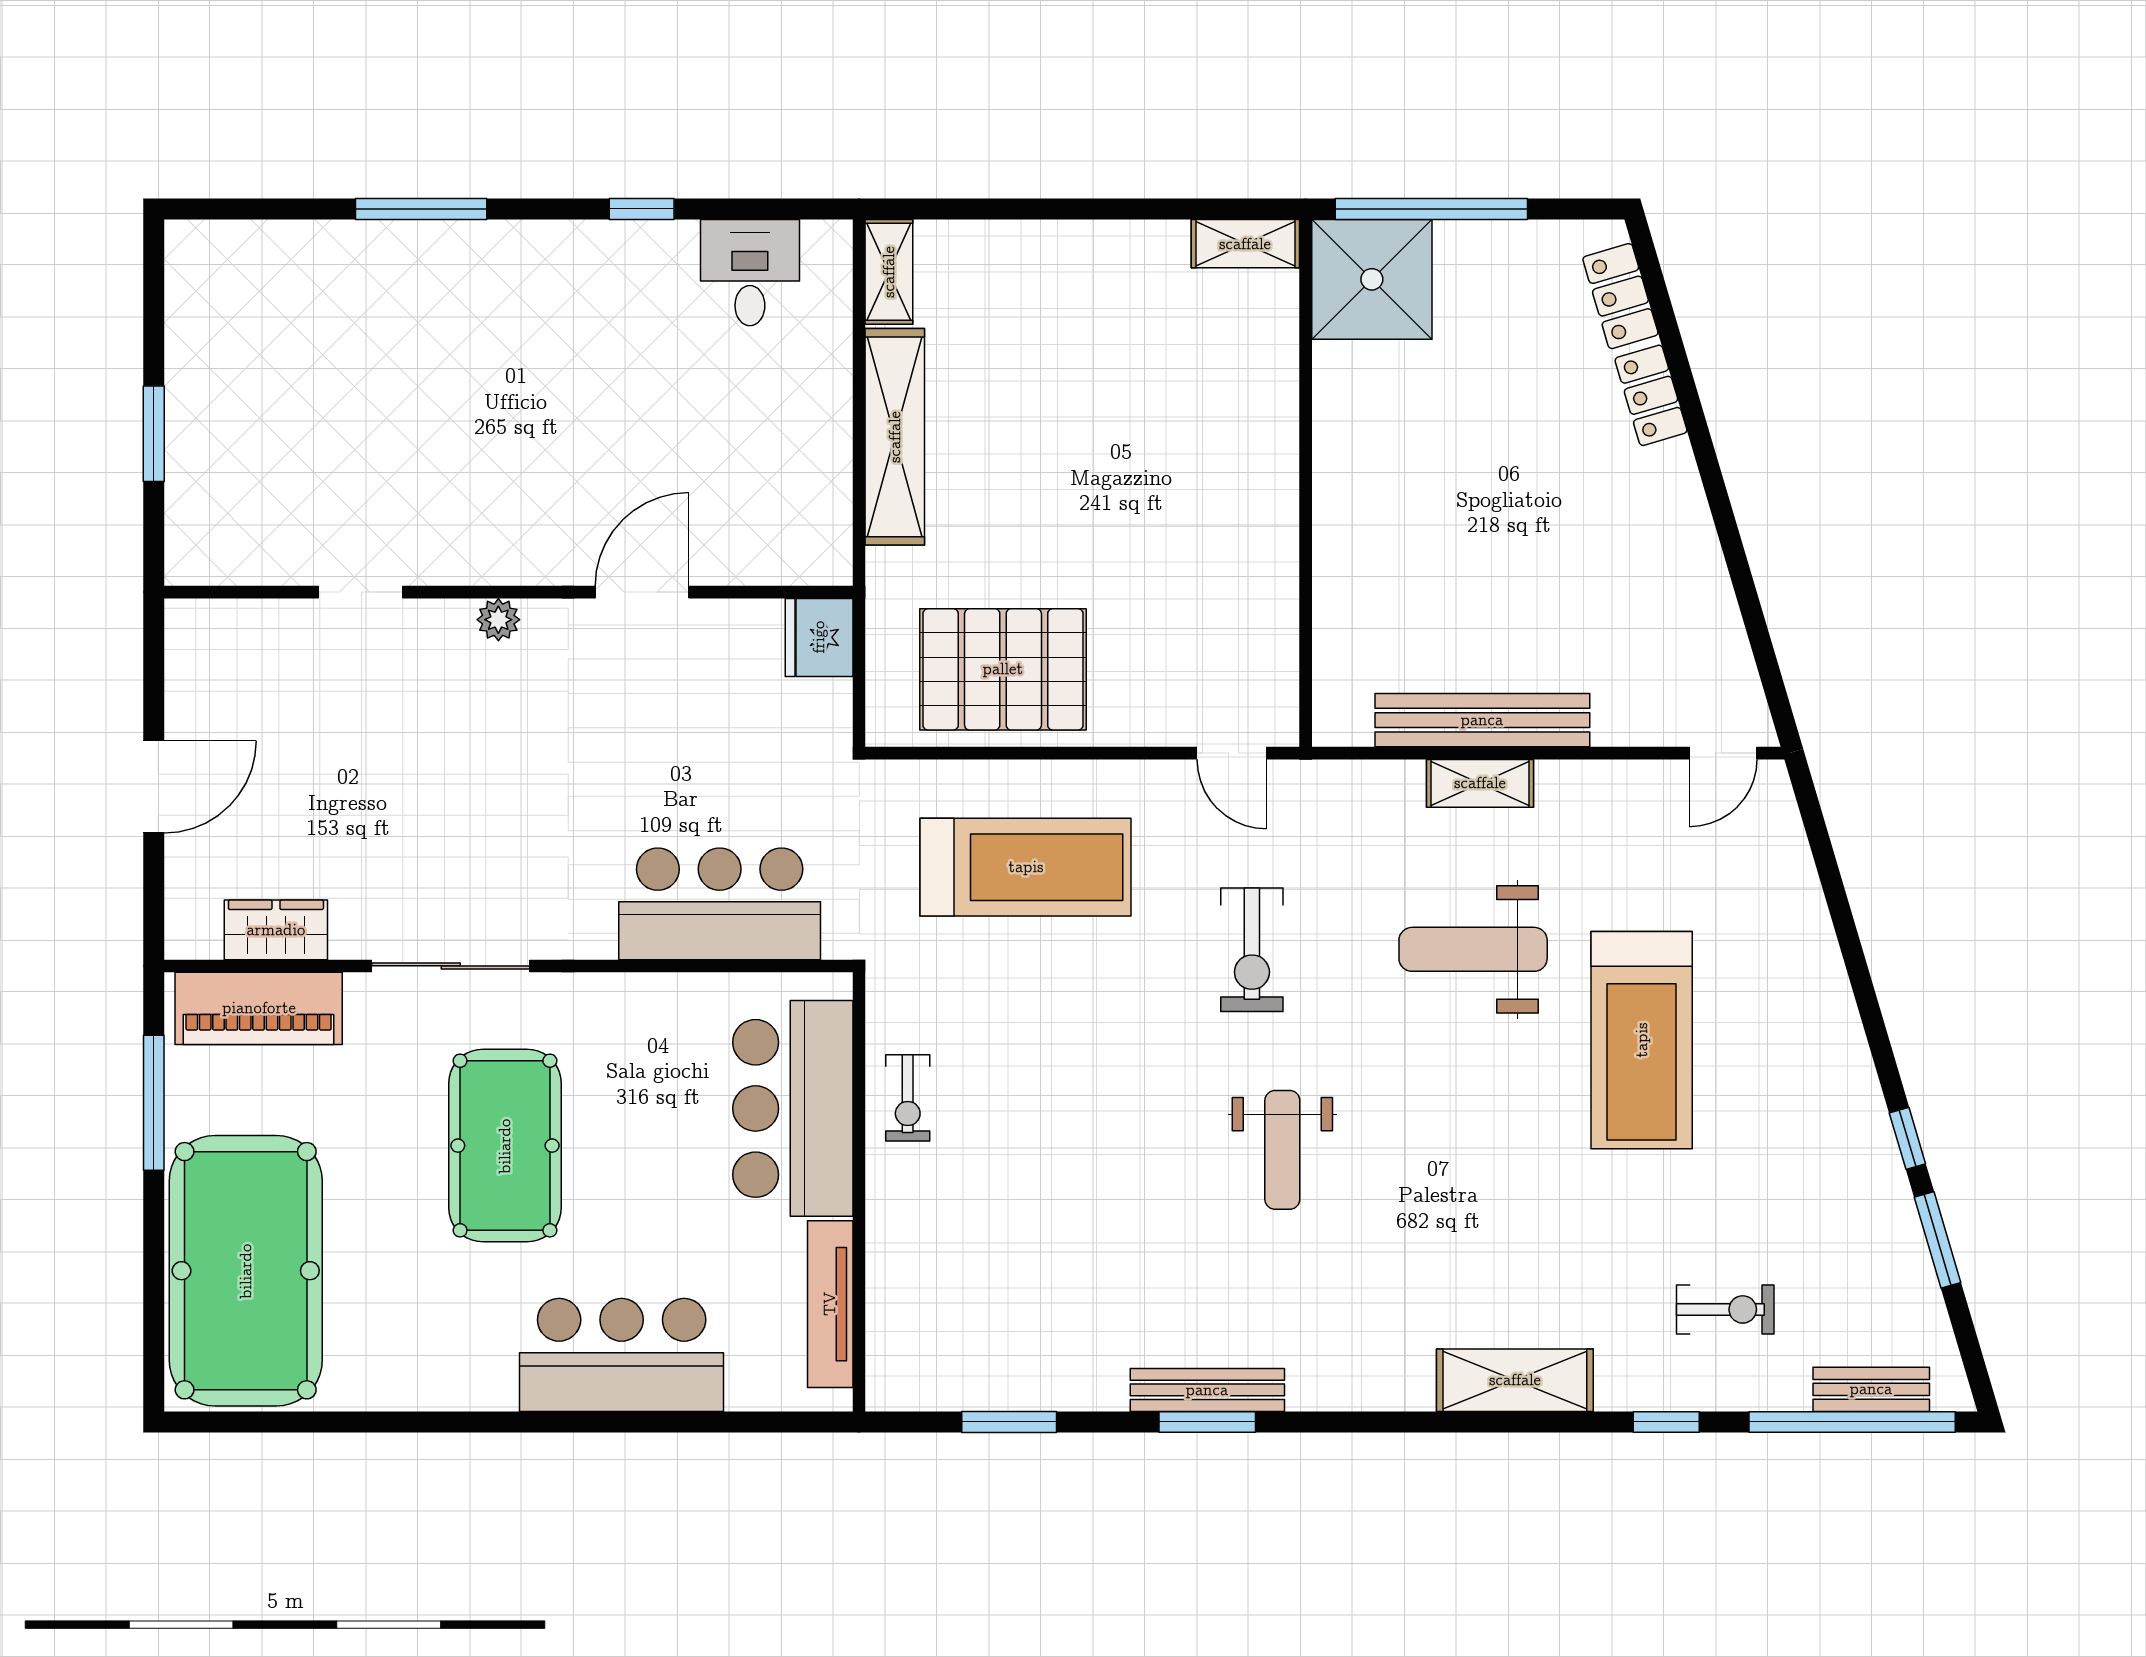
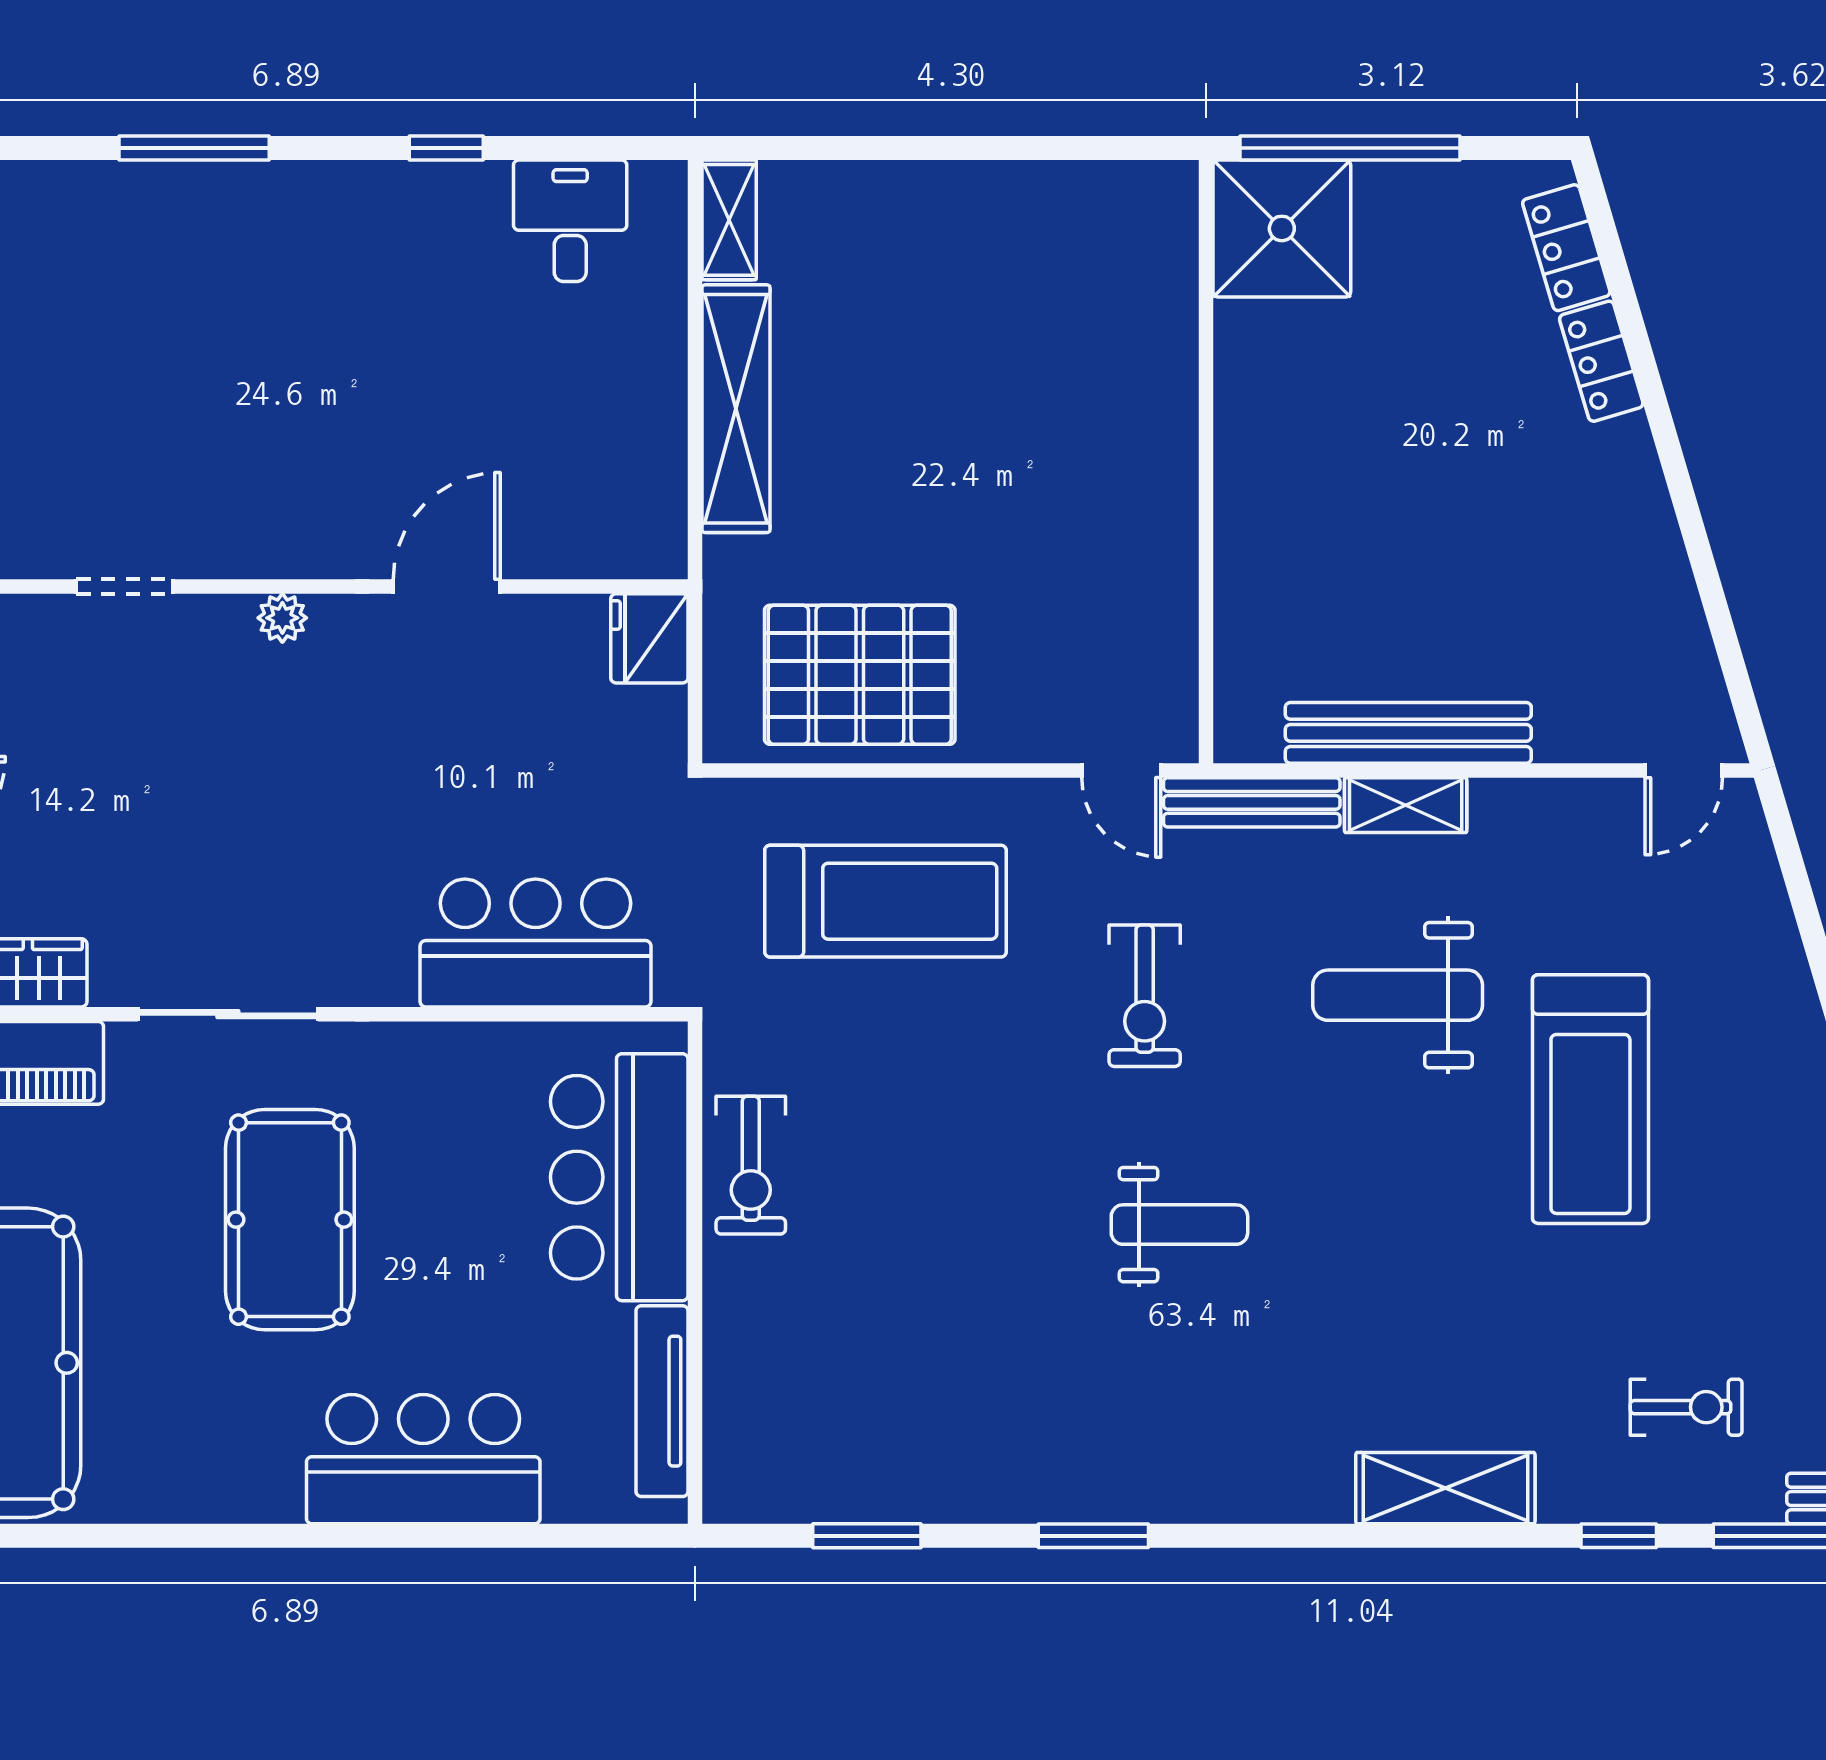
shelving: (1245, 244) -> (1137, 188), removed
exercise bike: (908, 1098) -> (751, 1165), width x1.38, depth x1.39
weight bench: (1282, 1150) -> (1179, 1225), turned -90
bench: (1207, 1390) -> (1252, 802), moved

